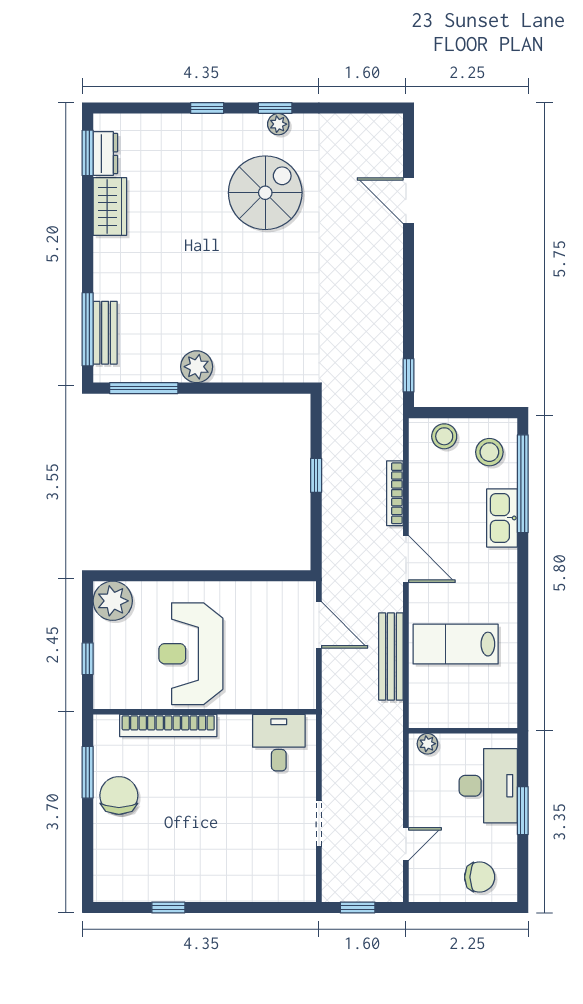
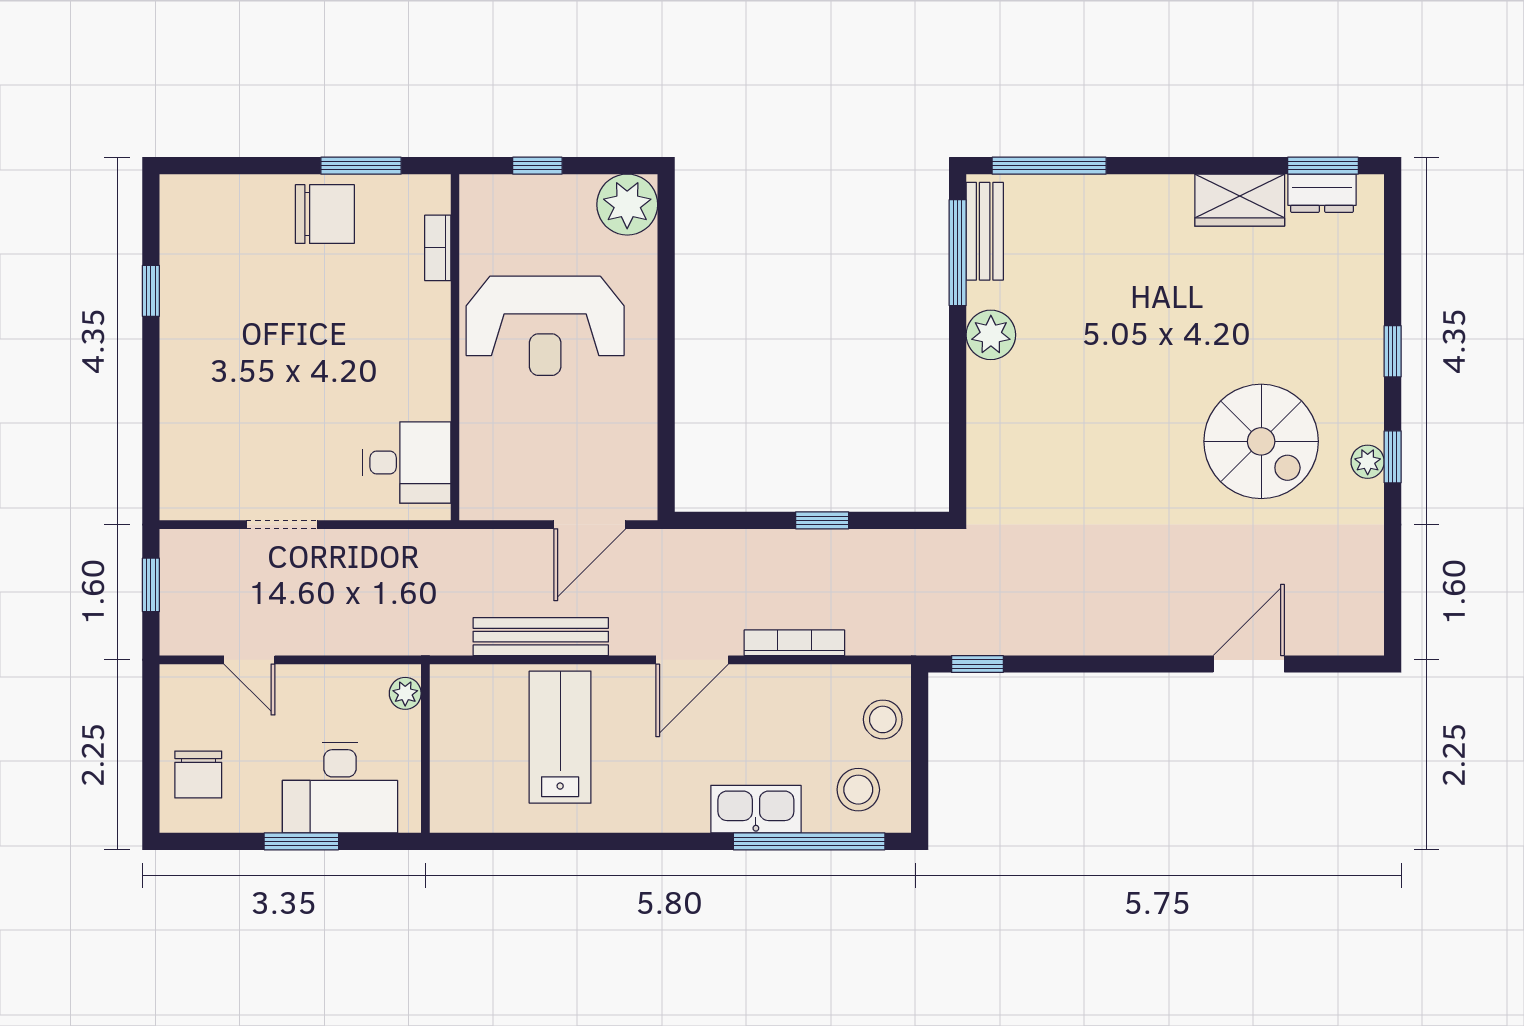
bench: (105, 333) -> (985, 231), moved, turned 90
reception desk: (191, 654) -> (545, 326), turned 180
bookcase: (168, 725) -> (438, 248), width x0.43, depth x0.76

